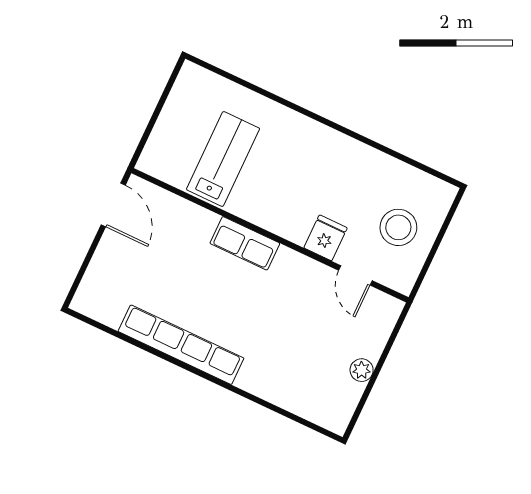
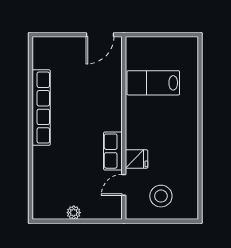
lab bench: (223, 159) -> (153, 83), turned 180
row of seats: (245, 243) -> (113, 151), moved

